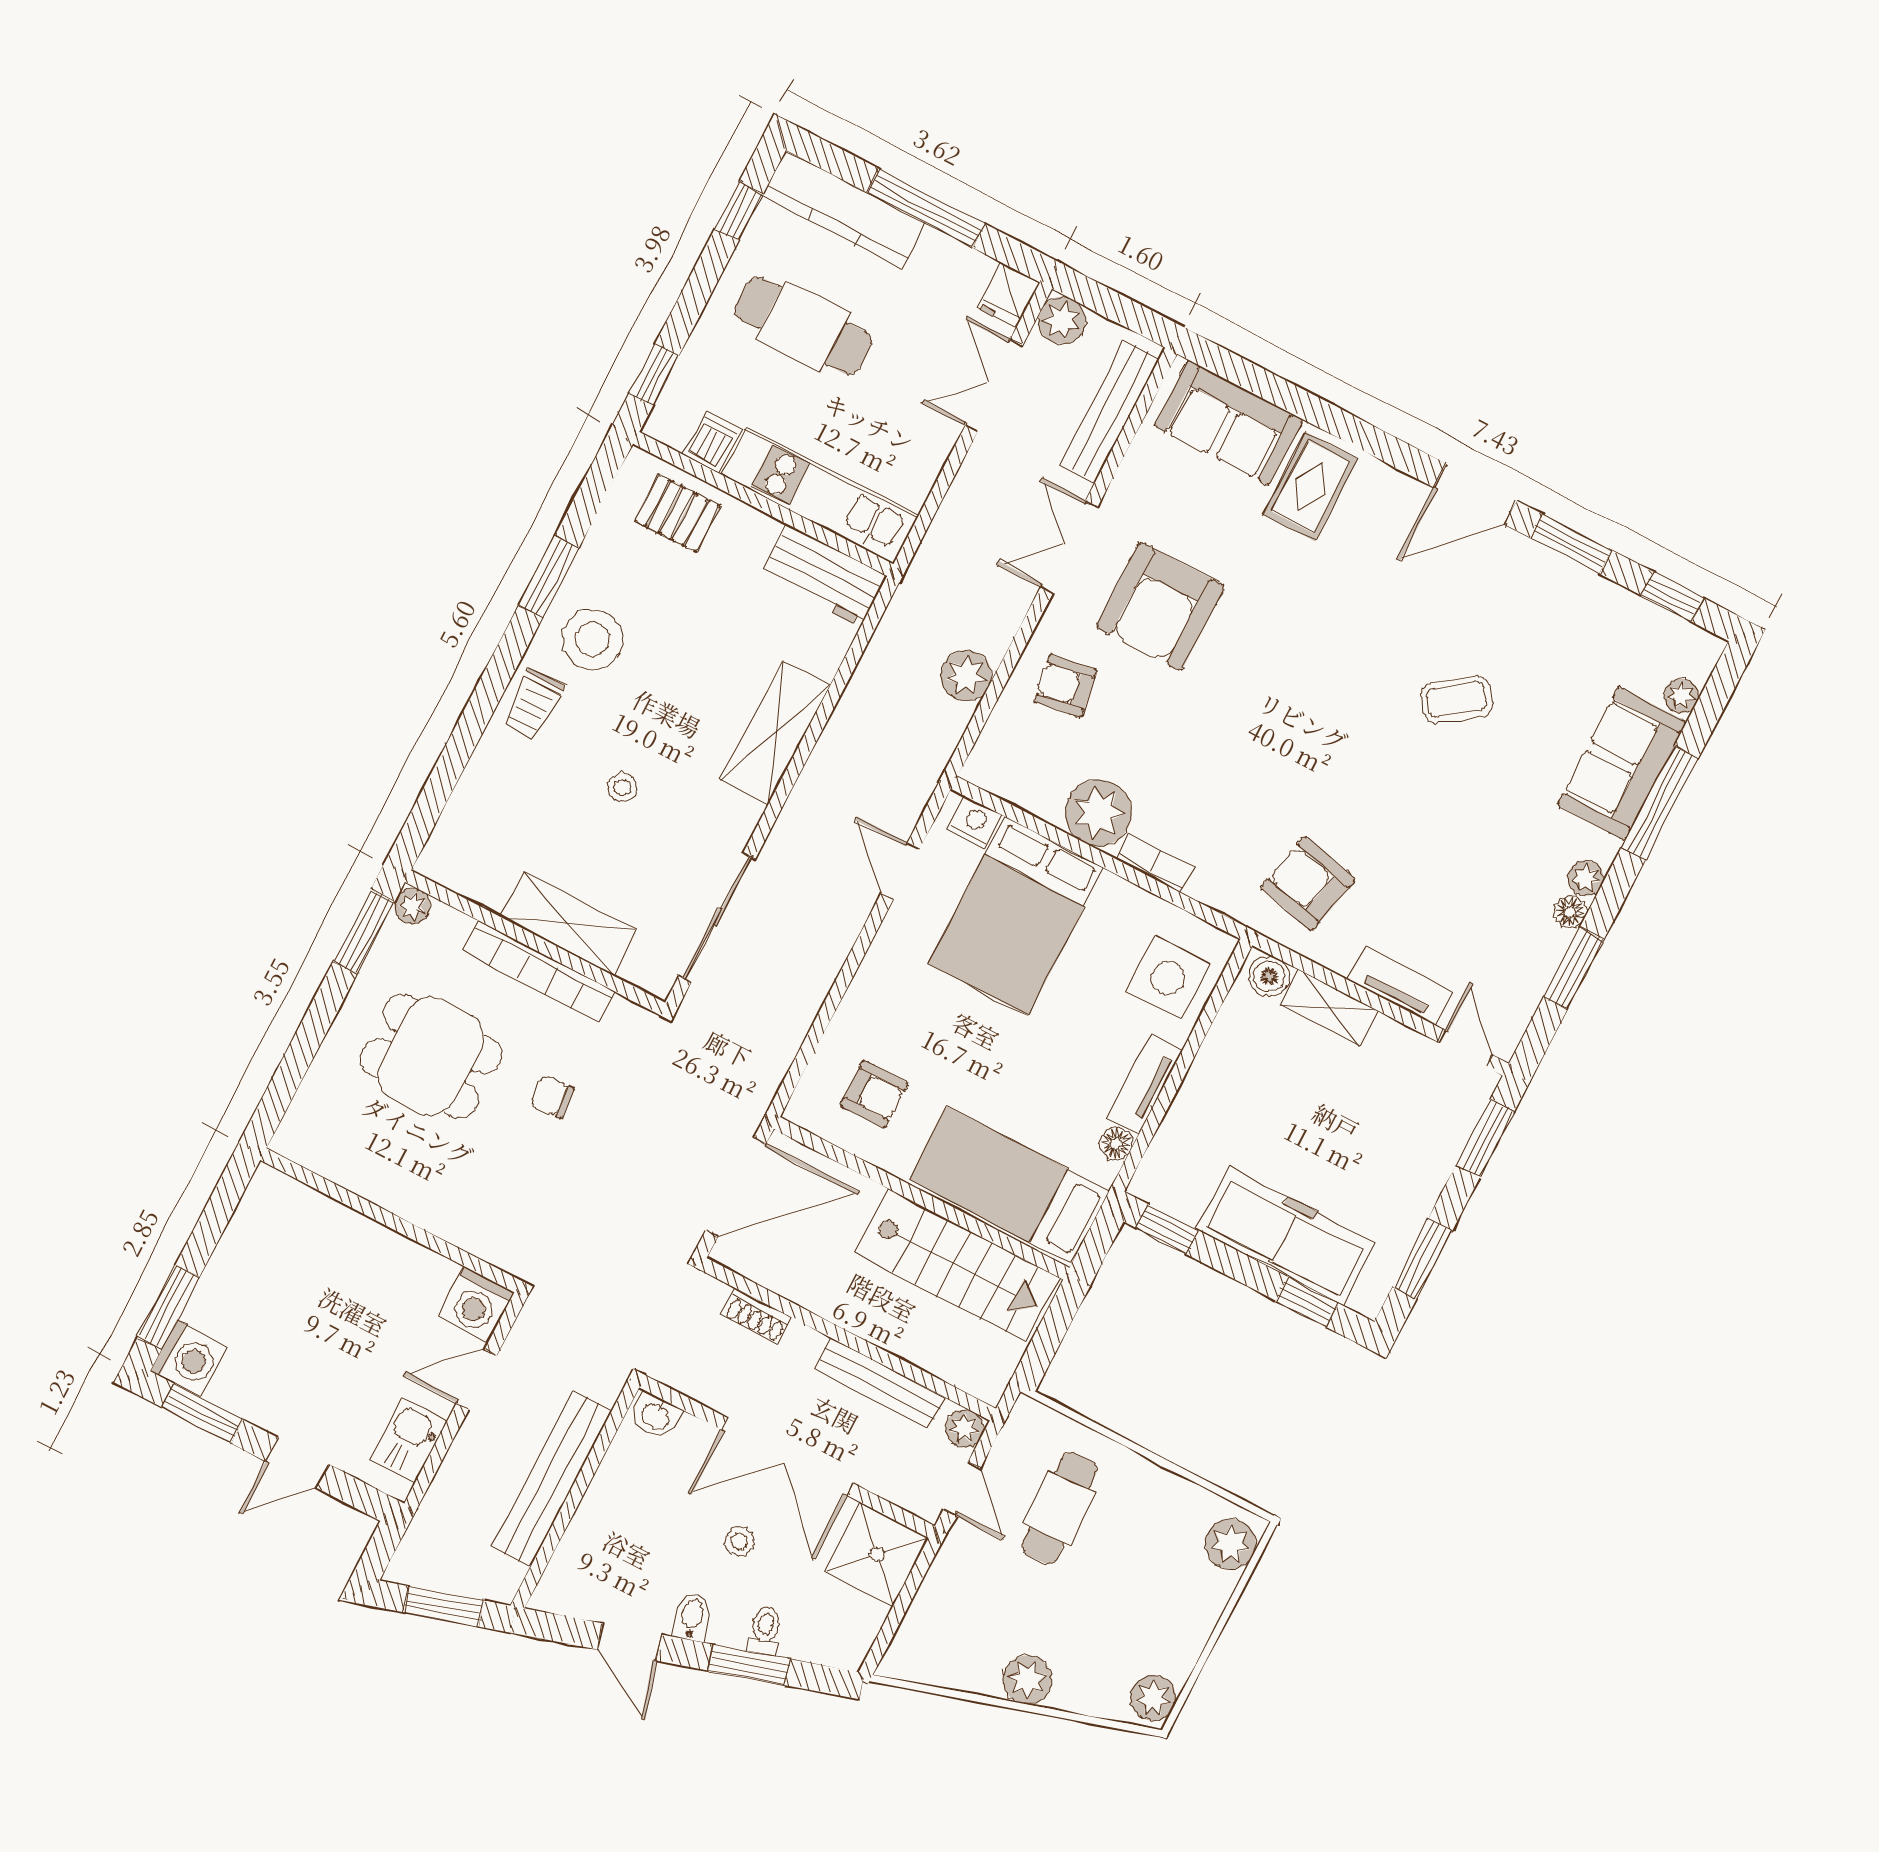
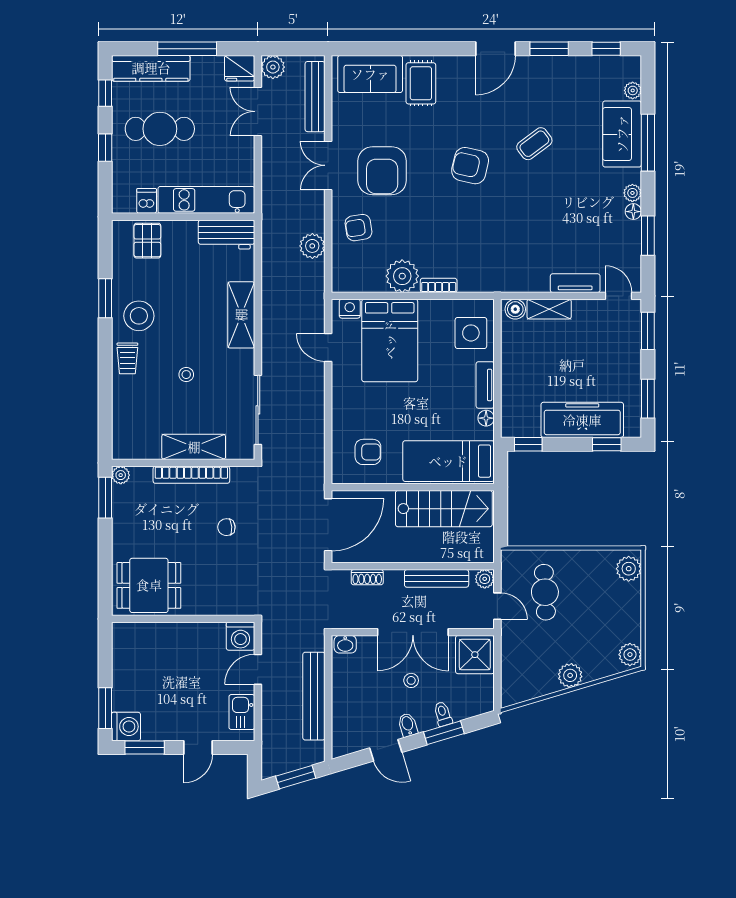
fridge: (1009, 295) -> (240, 68), width x1.38
window: (654, 375) -> (105, 148), moved
pallet: (677, 513) -> (147, 241), turned 90
armchair: (1308, 883) -> (470, 166), moved
dining table: (431, 1056) -> (149, 585), moved

